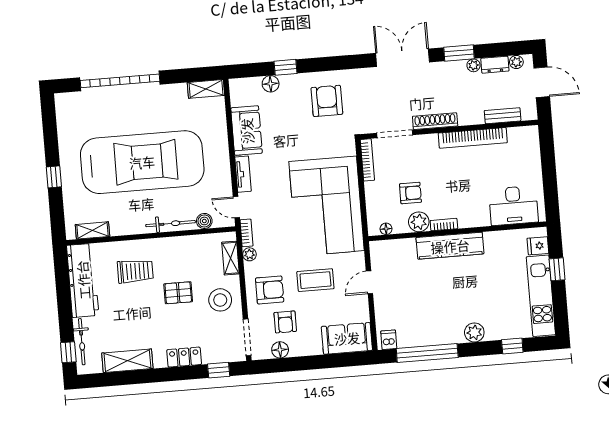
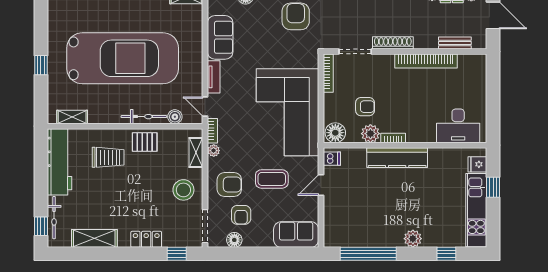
floor lamp: (386, 229) -> (335, 133), width x1.89, depth x1.89
pallet: (178, 293) -> (145, 142), moved
dishwasher: (389, 340) -> (332, 159), moved, turned 90

